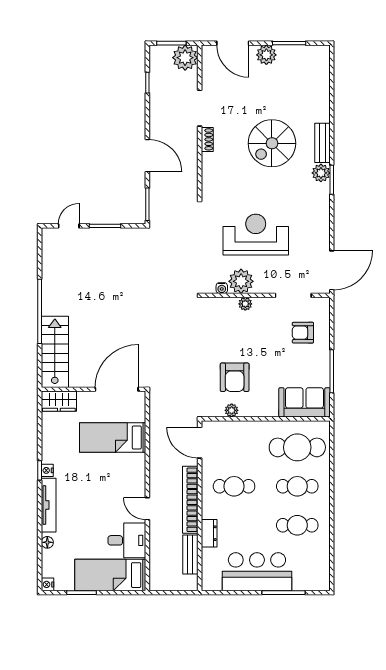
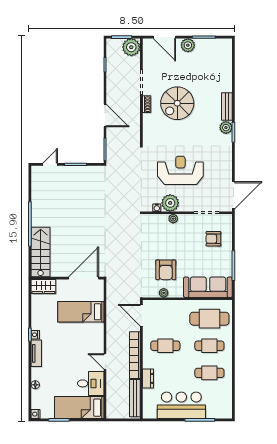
spiral stairs: (272, 143) -> (177, 103), moved
sofa: (304, 402) -> (208, 287), width x1.36
tv unit: (49, 505) -> (36, 353), width x0.71
bench: (190, 554) -> (135, 398), width x1.36

